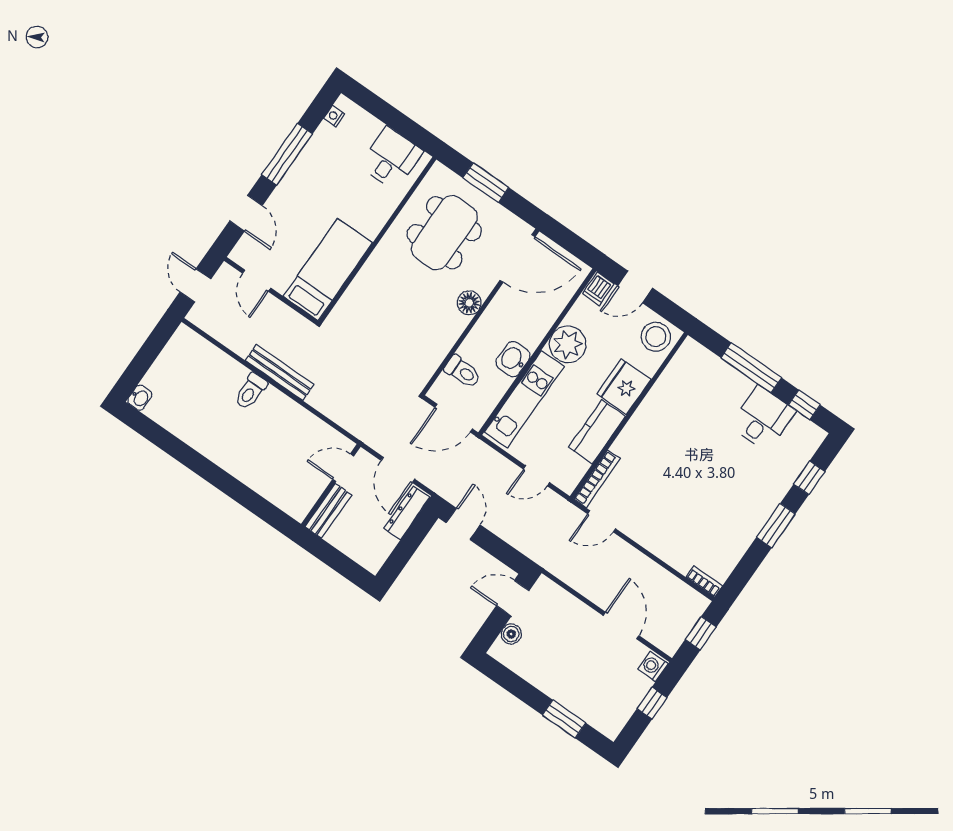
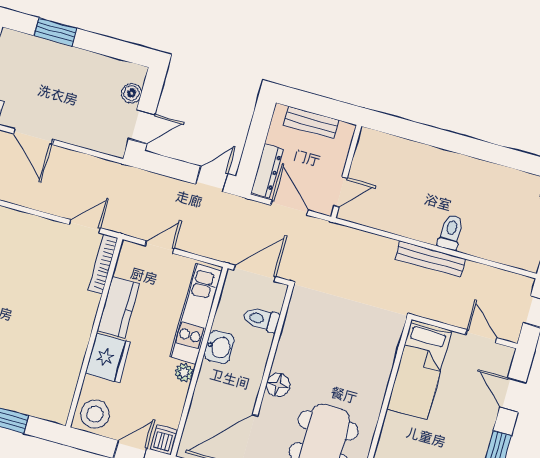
plant: (568, 344) -> (184, 373), width x0.53, depth x0.53
bench: (328, 511) -> (311, 123), moved, turned 90
door: (463, 524) -> (212, 179), swing flipped

